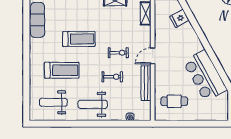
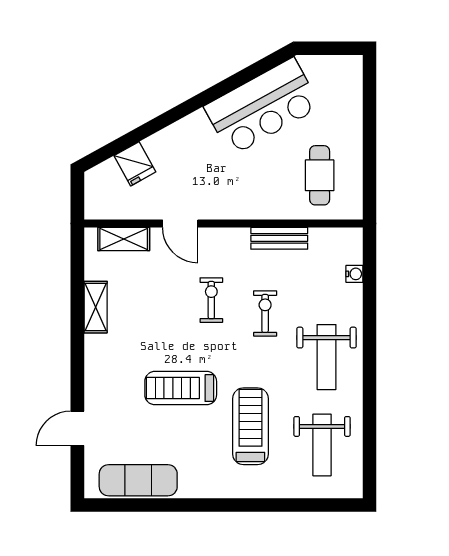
treadmill: (79, 39) -> (181, 388), turned -90
door: (153, 56) -> (180, 223), moved
bench: (146, 83) -> (279, 238), width x0.73

